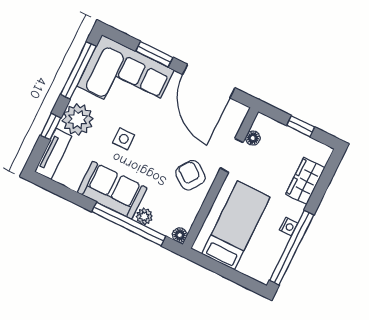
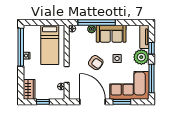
armchair: (190, 175) -> (96, 63), moved
wardrobe: (305, 181) -> (29, 89), moved

